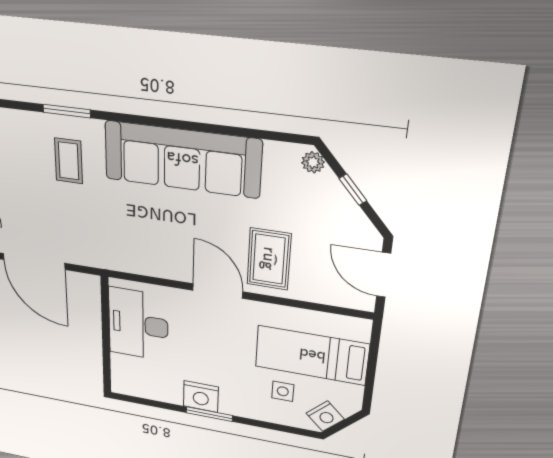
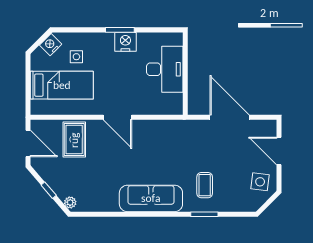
sofa: (182, 159) -> (151, 198), width x0.74, depth x0.79
rug: (269, 259) -> (74, 140), moved
desk: (138, 324) -> (165, 69), moved

